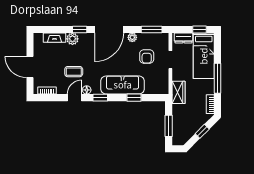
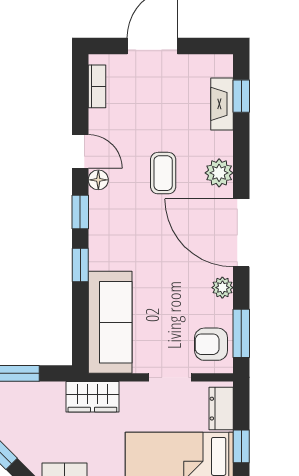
window: (80, 29) -> (241, 96), moved
plant: (72, 39) -> (219, 173), moved
armchair: (147, 56) -> (211, 344), moved
coffee table: (74, 72) -> (163, 173), moved
sofa: (123, 85) -> (110, 322), moved
window: (134, 98) -> (80, 265), moved

